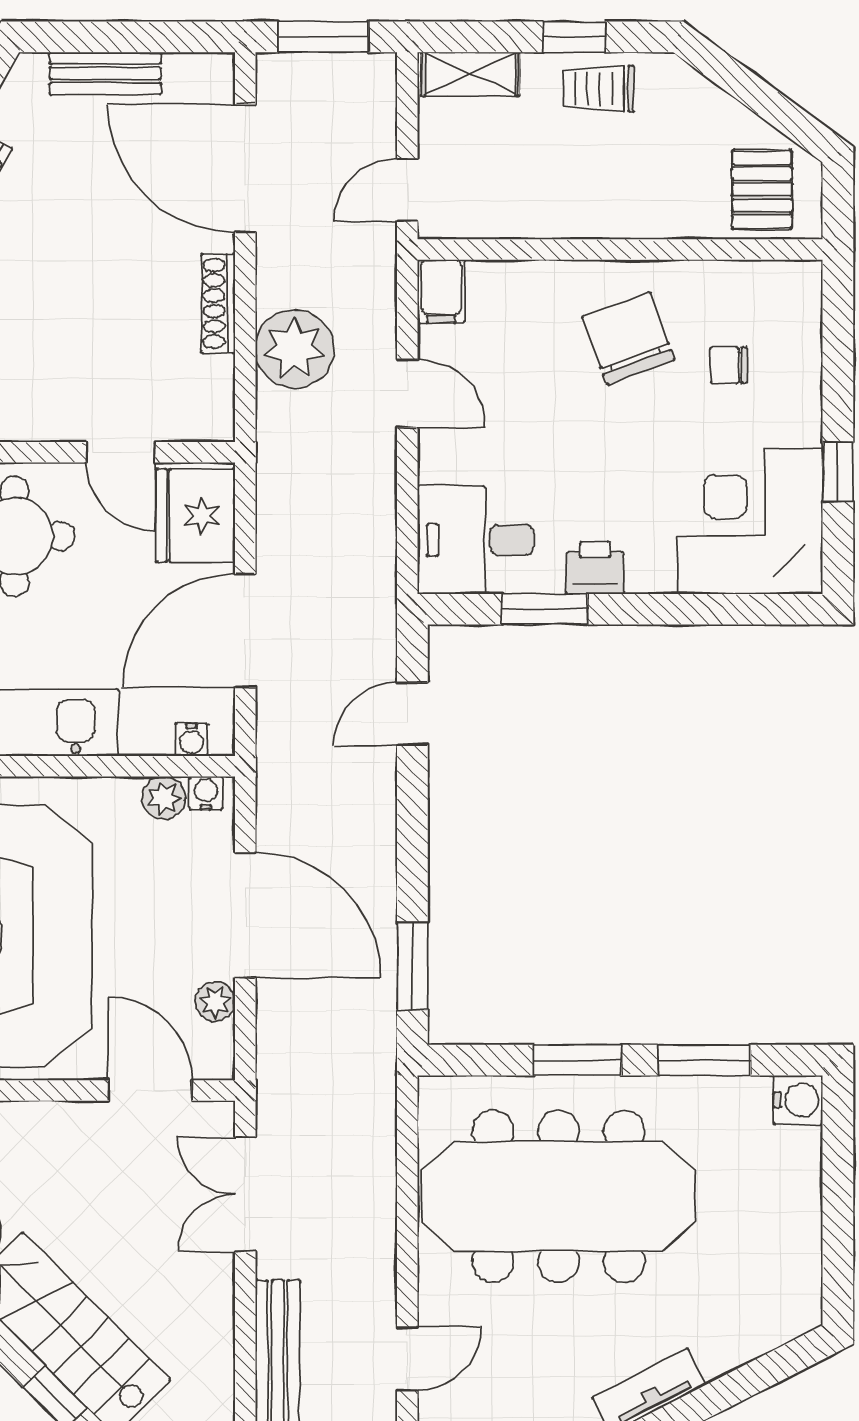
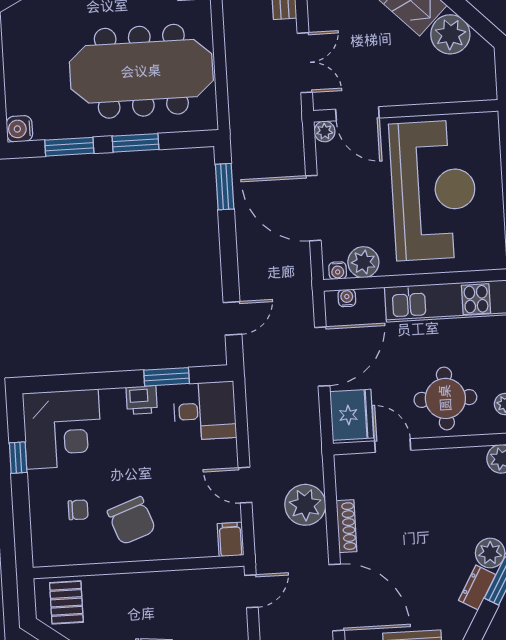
plant: (164, 798) -> (363, 262), width x1.38, depth x1.38
plant: (215, 1002) -> (325, 131), moved

